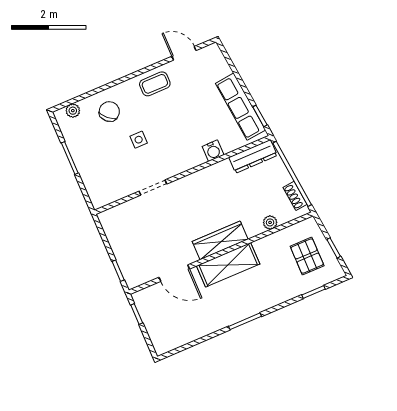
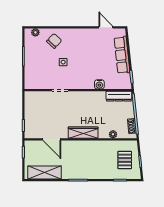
coffee table: (155, 84) -> (84, 37), removed
row of seats: (240, 107) -> (122, 55), moved
shelving: (228, 265) -> (45, 172), moved

